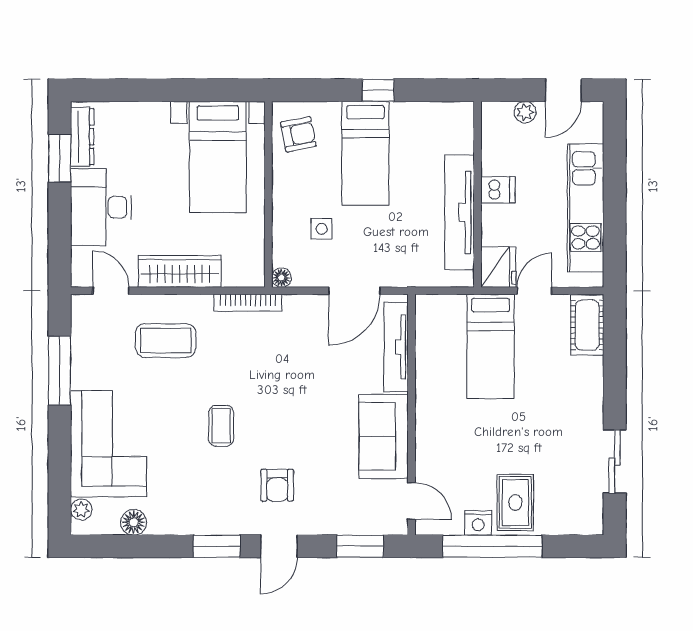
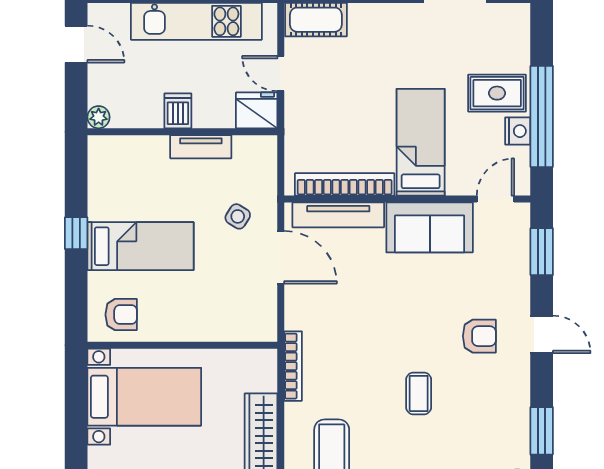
plant: (525, 112) -> (99, 117), moved
armchair: (298, 134) -> (121, 315), turned 101
tv unit: (460, 212) -> (201, 147), width x0.52, depth x0.78
side table: (322, 229) -> (238, 216), moved, turned 32
floor lamp: (281, 278) -> (267, 332), removed
bed: (491, 346) -> (421, 142), moved, turned -90
bookcase: (426, 353) -> (345, 184), added
coffee table: (221, 426) -> (419, 393), turned 90
window: (217, 546) -> (542, 431), moved

